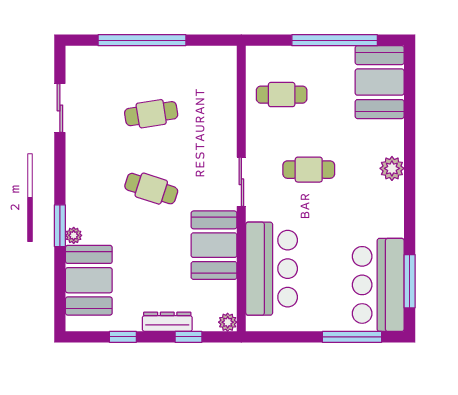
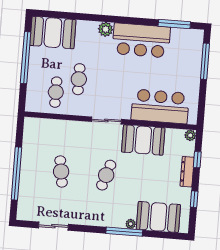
cafe table: (309, 170) -> (79, 79), moved
window: (60, 226) -> (124, 232), width x1.44
bar counter: (378, 285) -> (141, 40), moved

